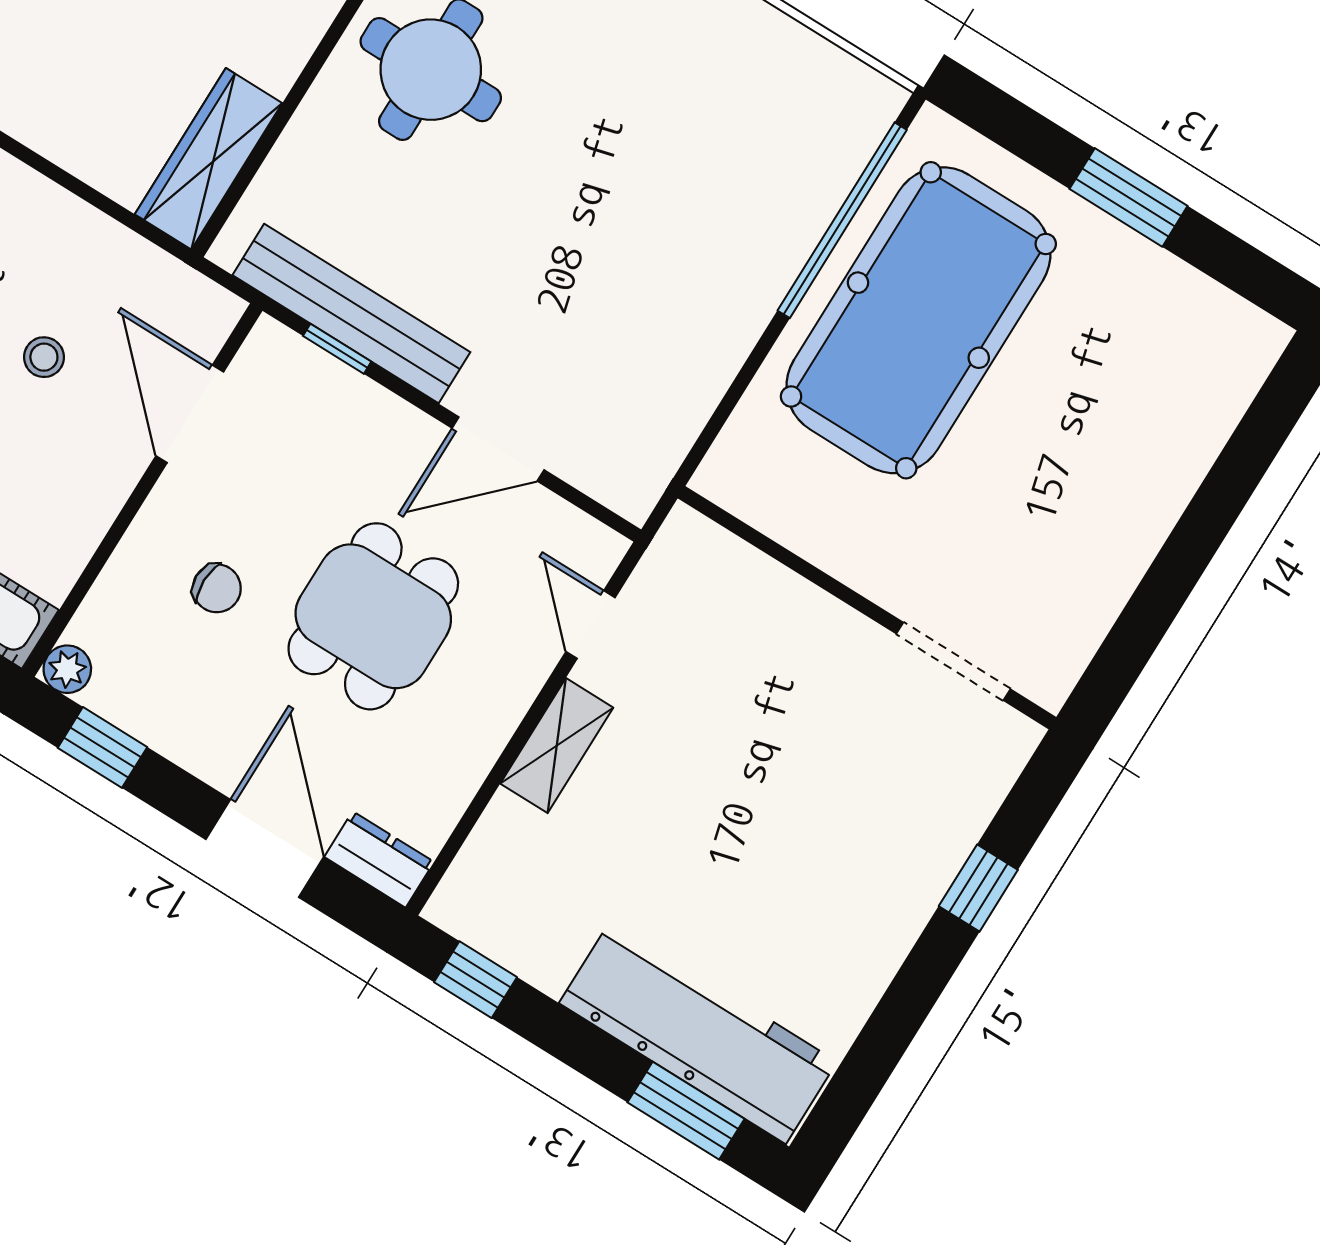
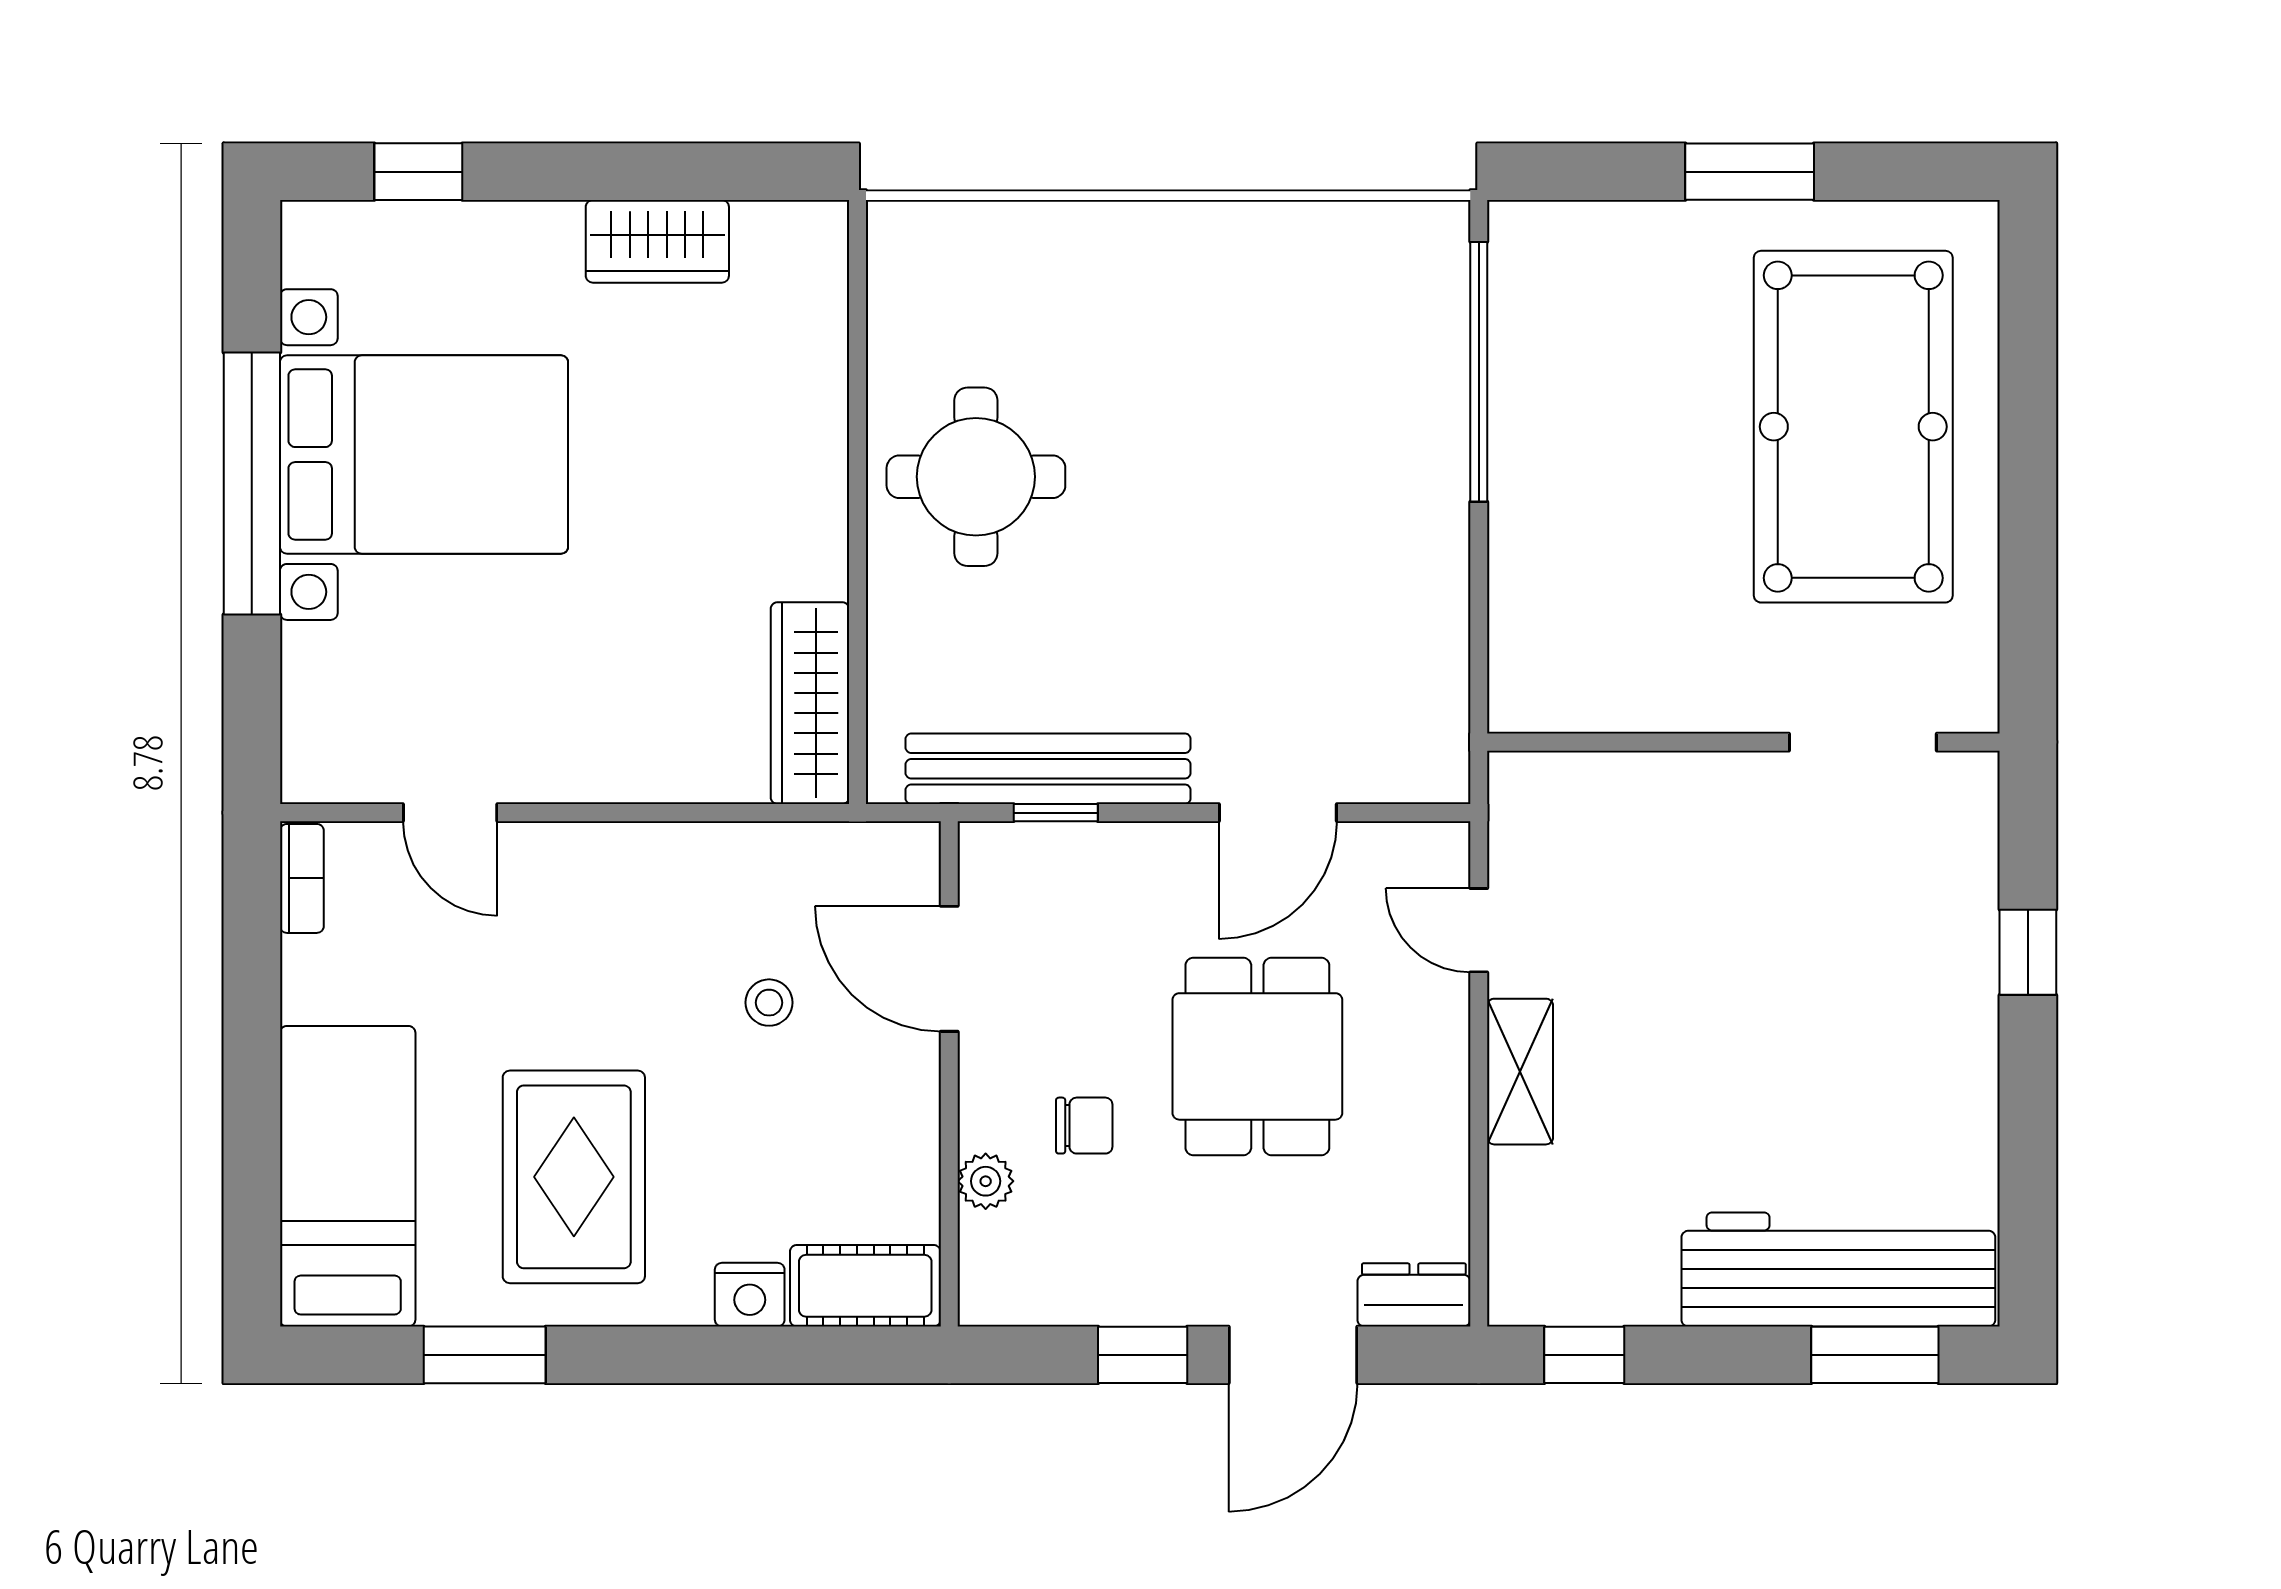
pool table: (918, 320) -> (1853, 427), moved
plant: (67, 669) -> (986, 1181), moved
window: (102, 747) -> (1143, 1355), moved
door: (265, 848) -> (1293, 1355), swing flipped

